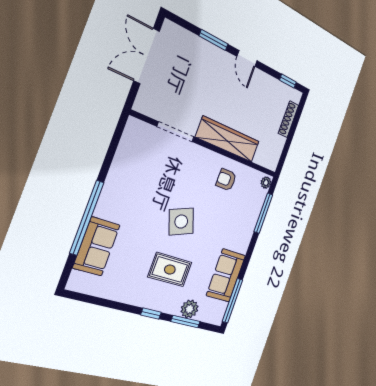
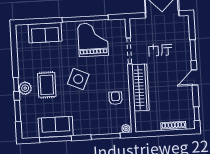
grand piano: (137, 178) -> (93, 39), added
window: (87, 218) -> (85, 19), moved
side table: (181, 222) -> (78, 79), turned 45
window: (232, 301) -> (56, 139), moved
plant: (189, 309) -> (25, 88), moved

